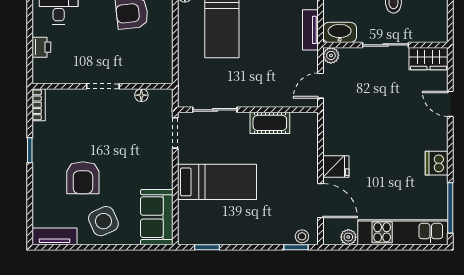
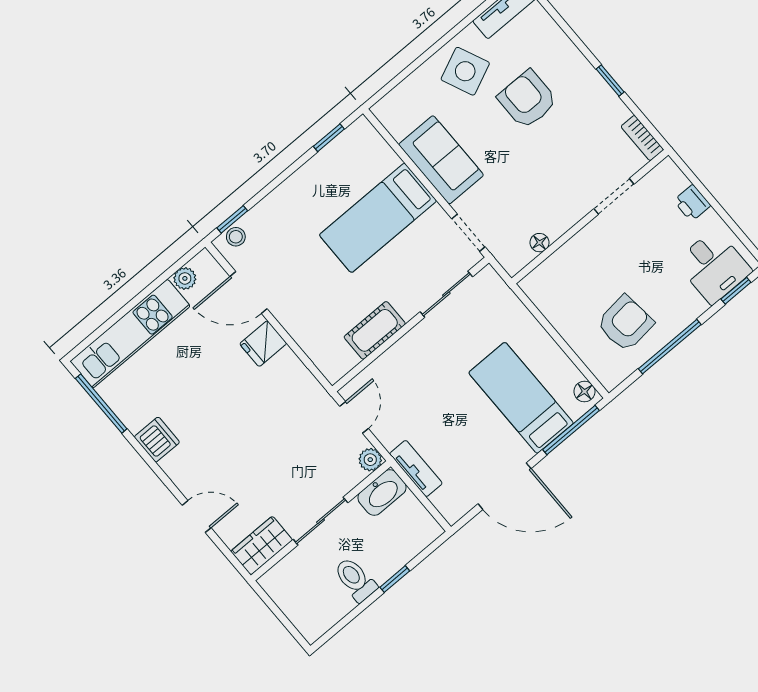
doorway: (103, 86) -> (614, 196), moved
sofa: (157, 217) -> (441, 160), moved

